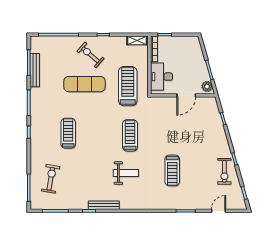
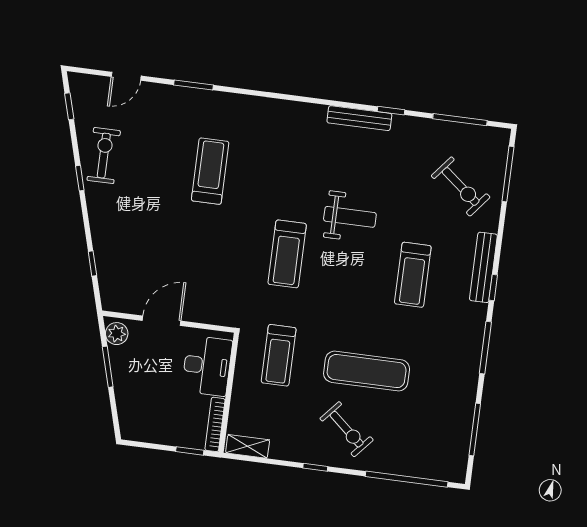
bench: (35, 70) -> (483, 267), moved
treadmill: (128, 86) -> (279, 355), width x0.73, depth x0.73
weight bench: (126, 173) -> (350, 217), moved, turned 180
exercise bike: (51, 179) -> (461, 187), turned -61

